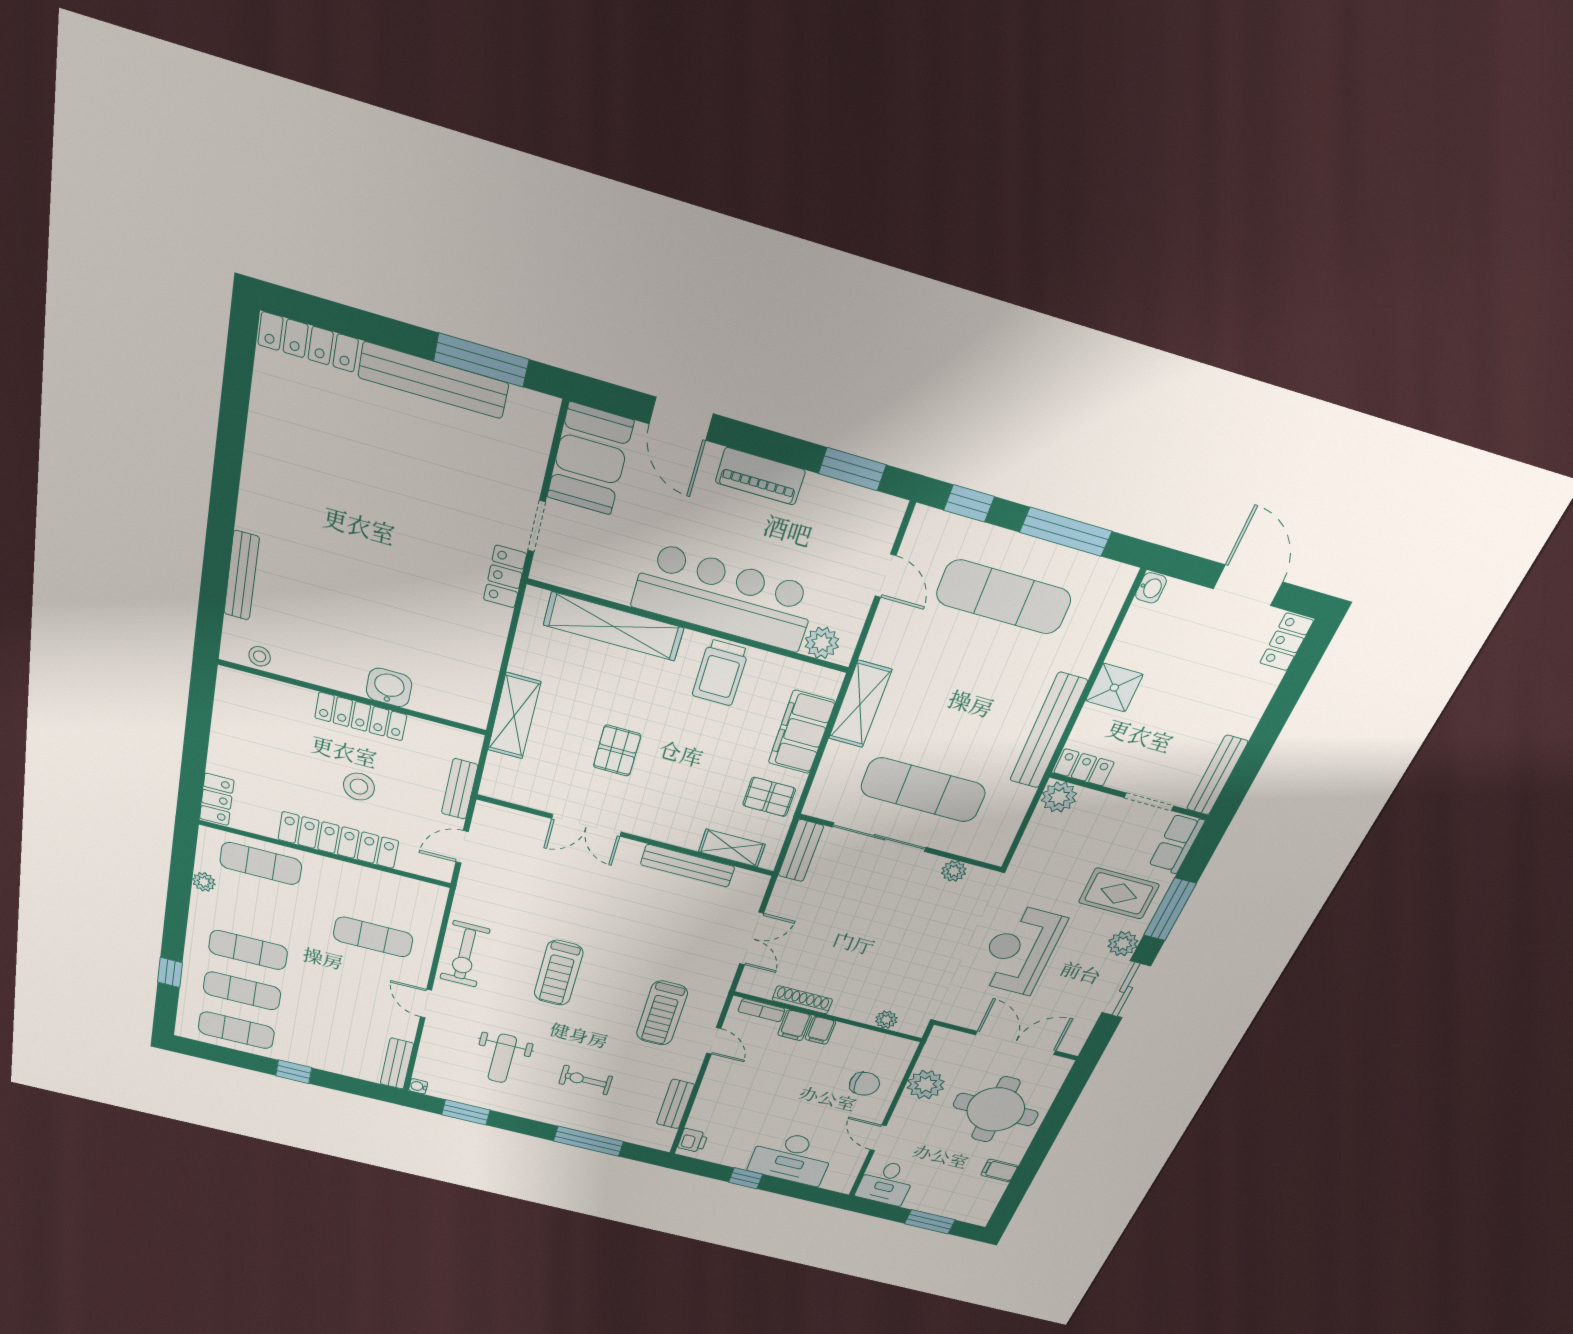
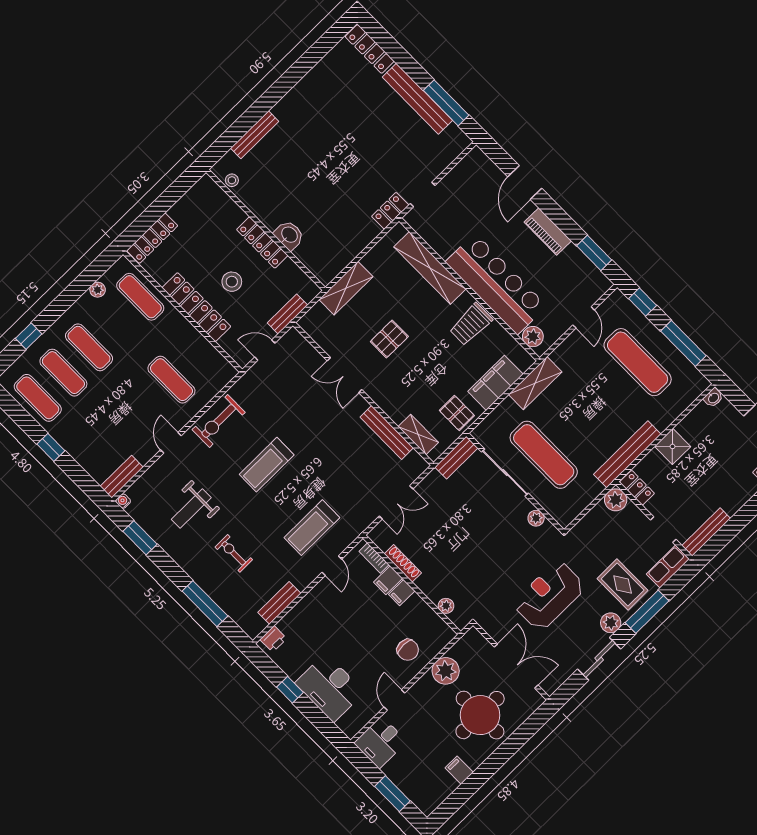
booth: (590, 459) -> (470, 177), removed
locker: (217, 799) -> (152, 238), width x1.53

